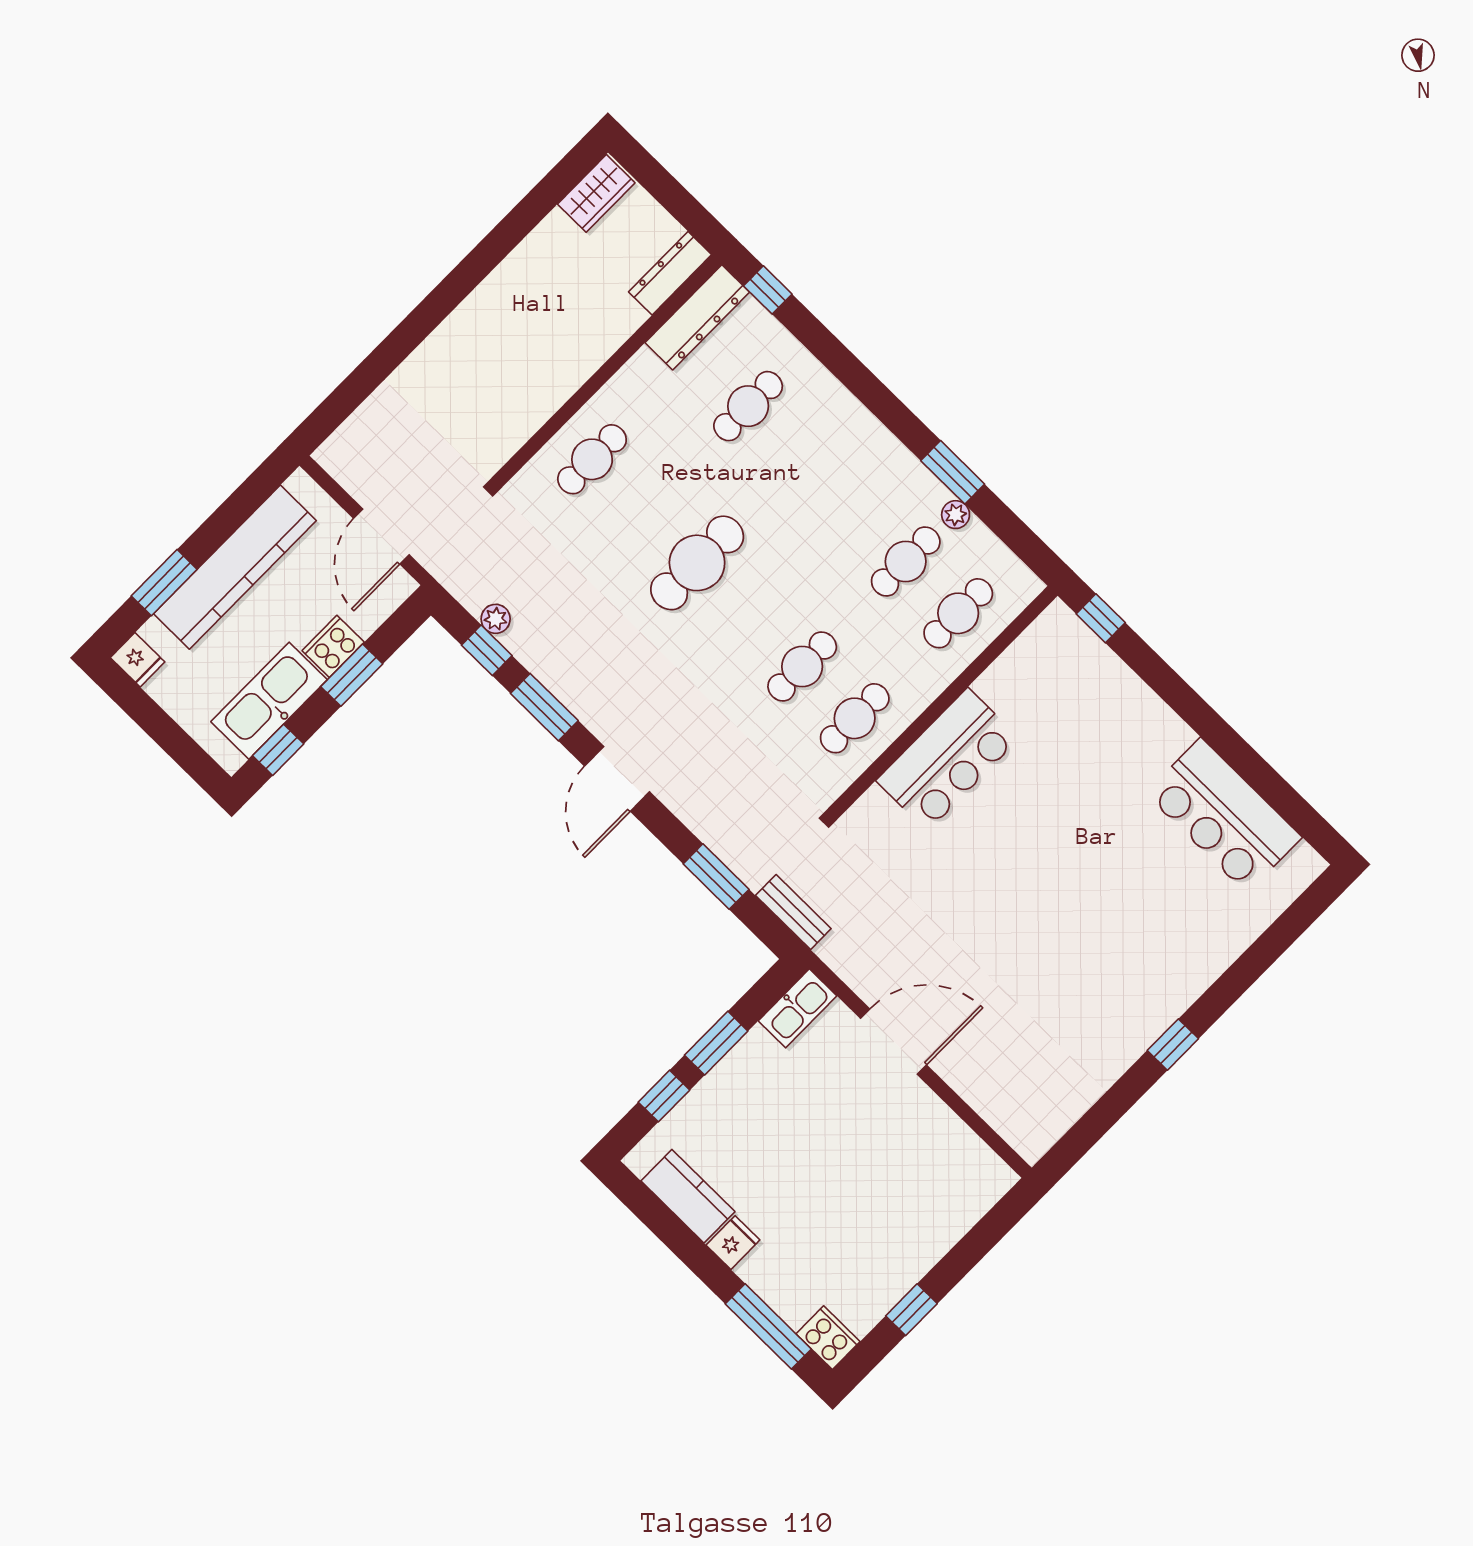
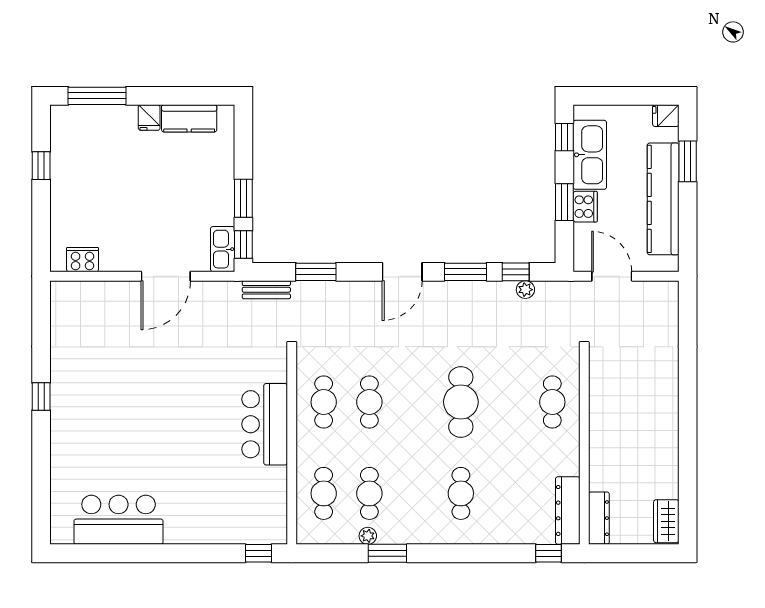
cafe table: (748, 406) -> (461, 493), moved
door: (617, 779) -> (402, 272), swing flipped
window: (664, 1096) -> (243, 245), moved
cooker: (828, 1338) -> (83, 260), moved, turned 180

